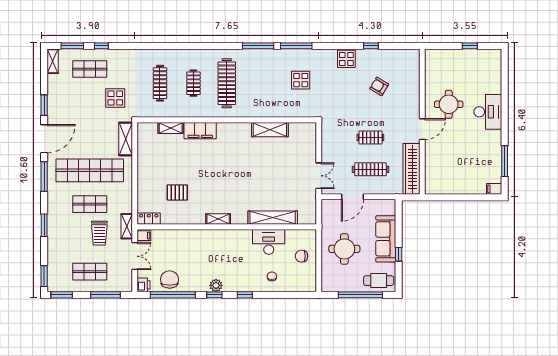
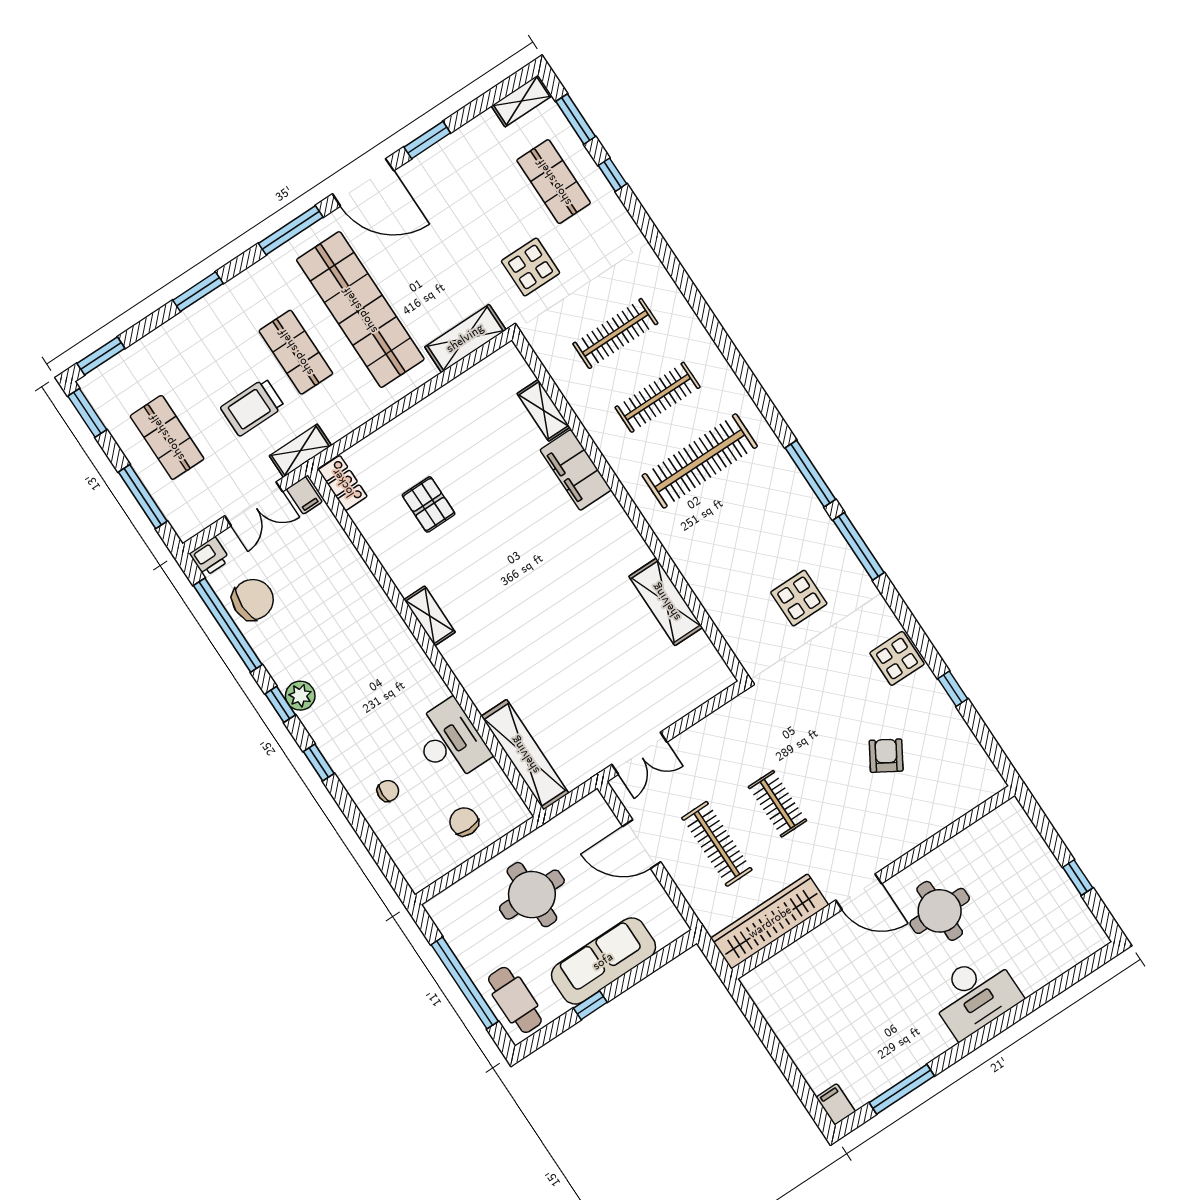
clothes rail: (193, 83) -> (658, 397), width x1.36
shelving: (273, 218) -> (525, 755), moved

